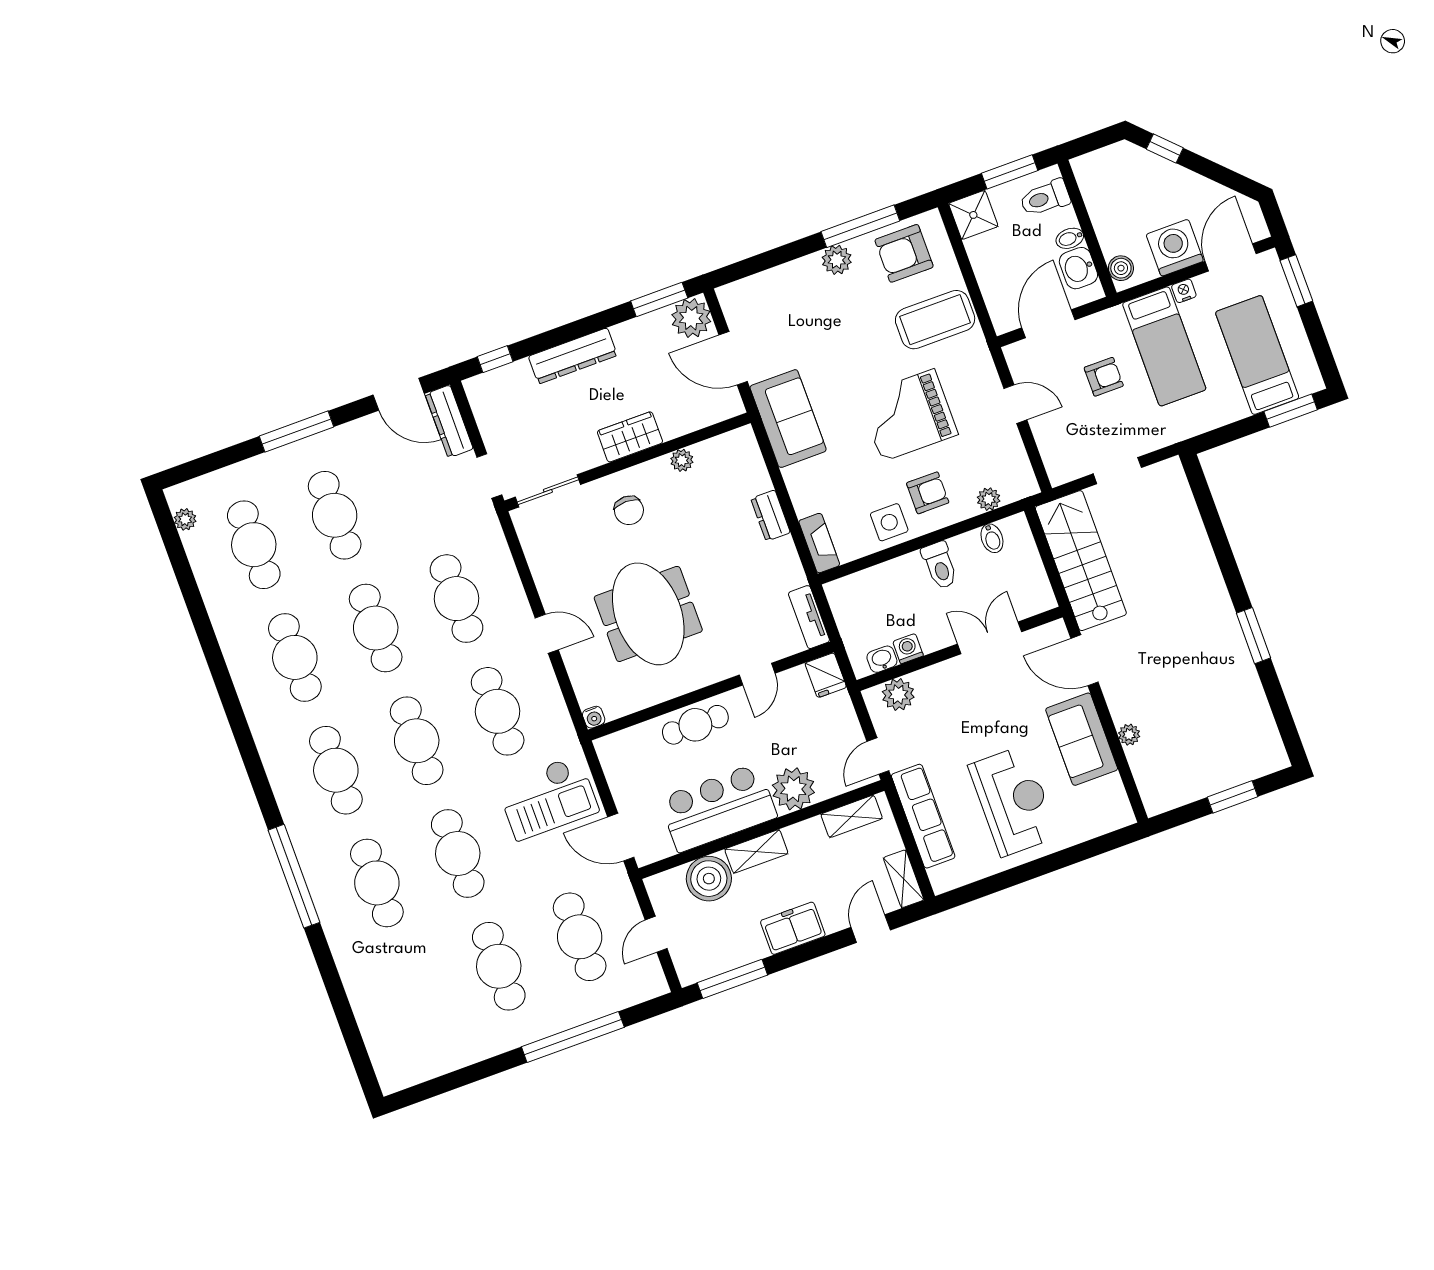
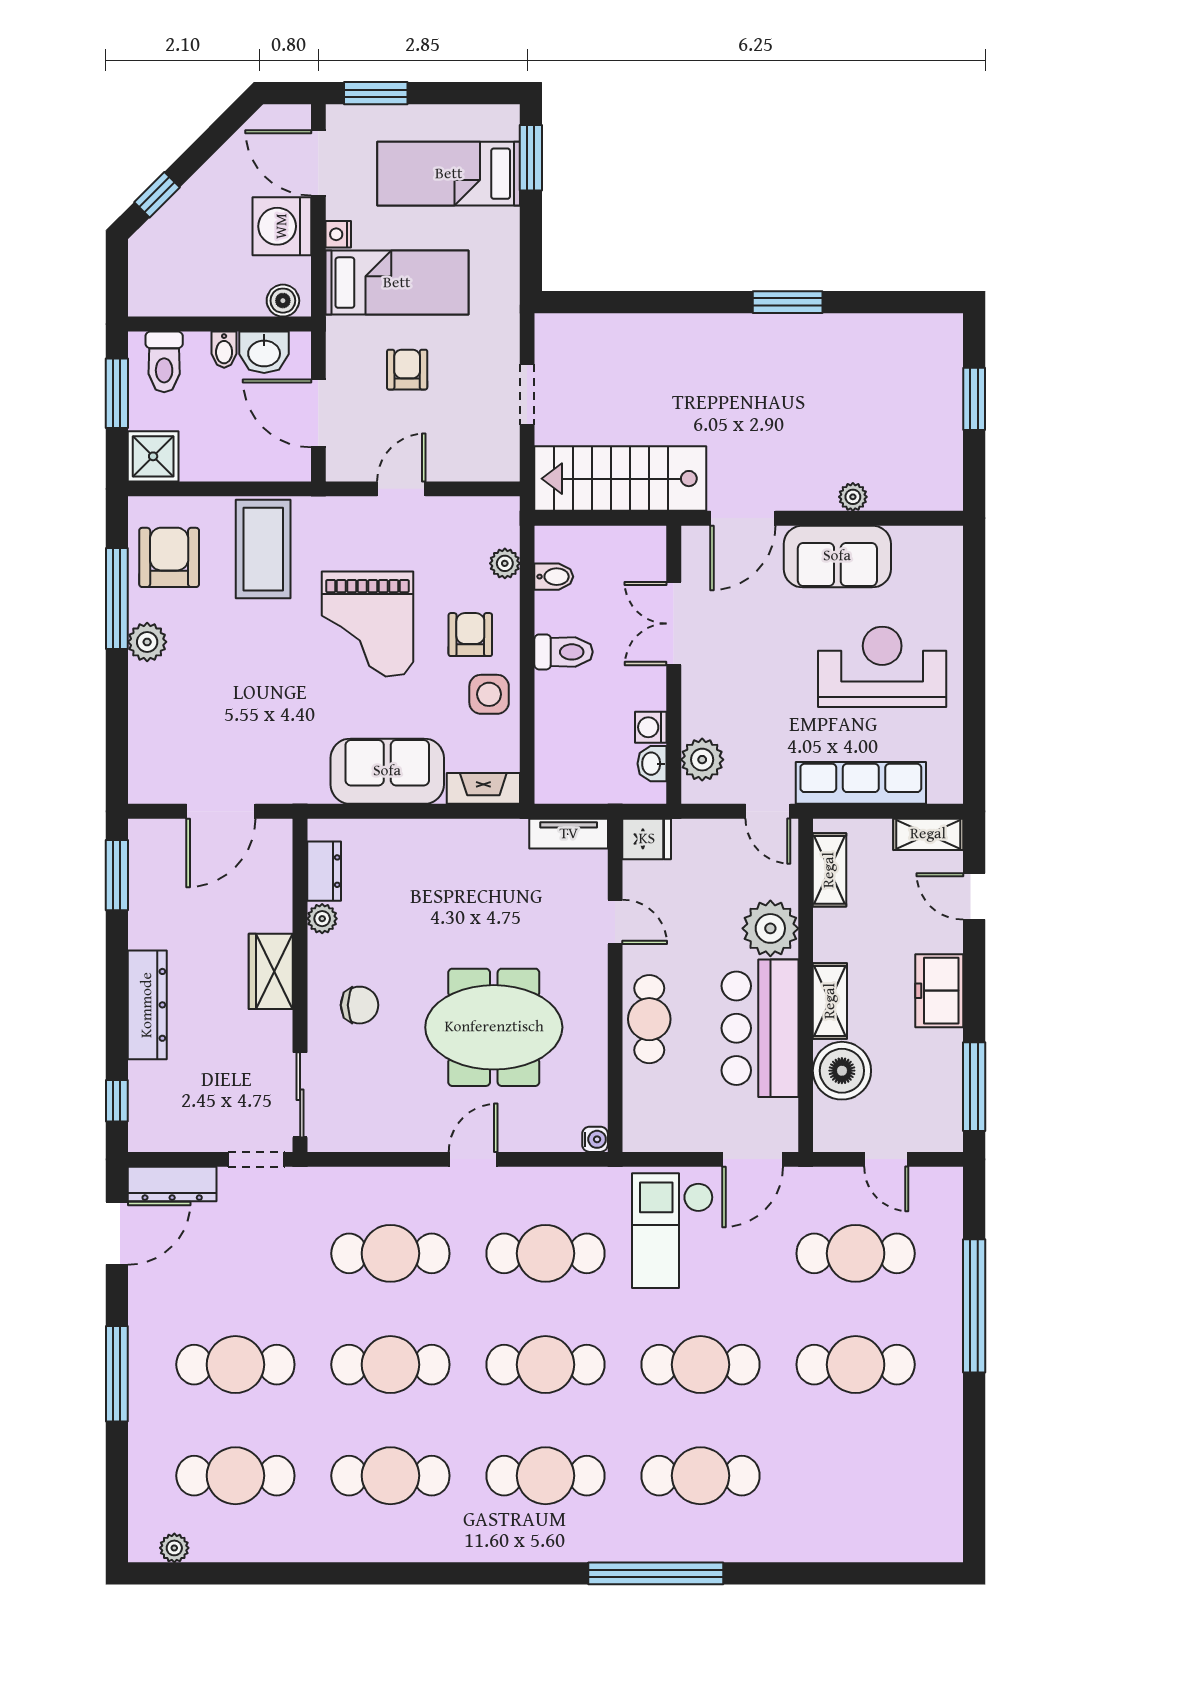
armchair: (904, 253) -> (169, 557), turned 180
plant: (691, 318) -> (154, 844), removed
sofa: (788, 419) -> (387, 771), moved
dresser: (771, 516) -> (324, 871), moved, turned -90
checkout: (548, 798) -> (672, 1231), turned 180

